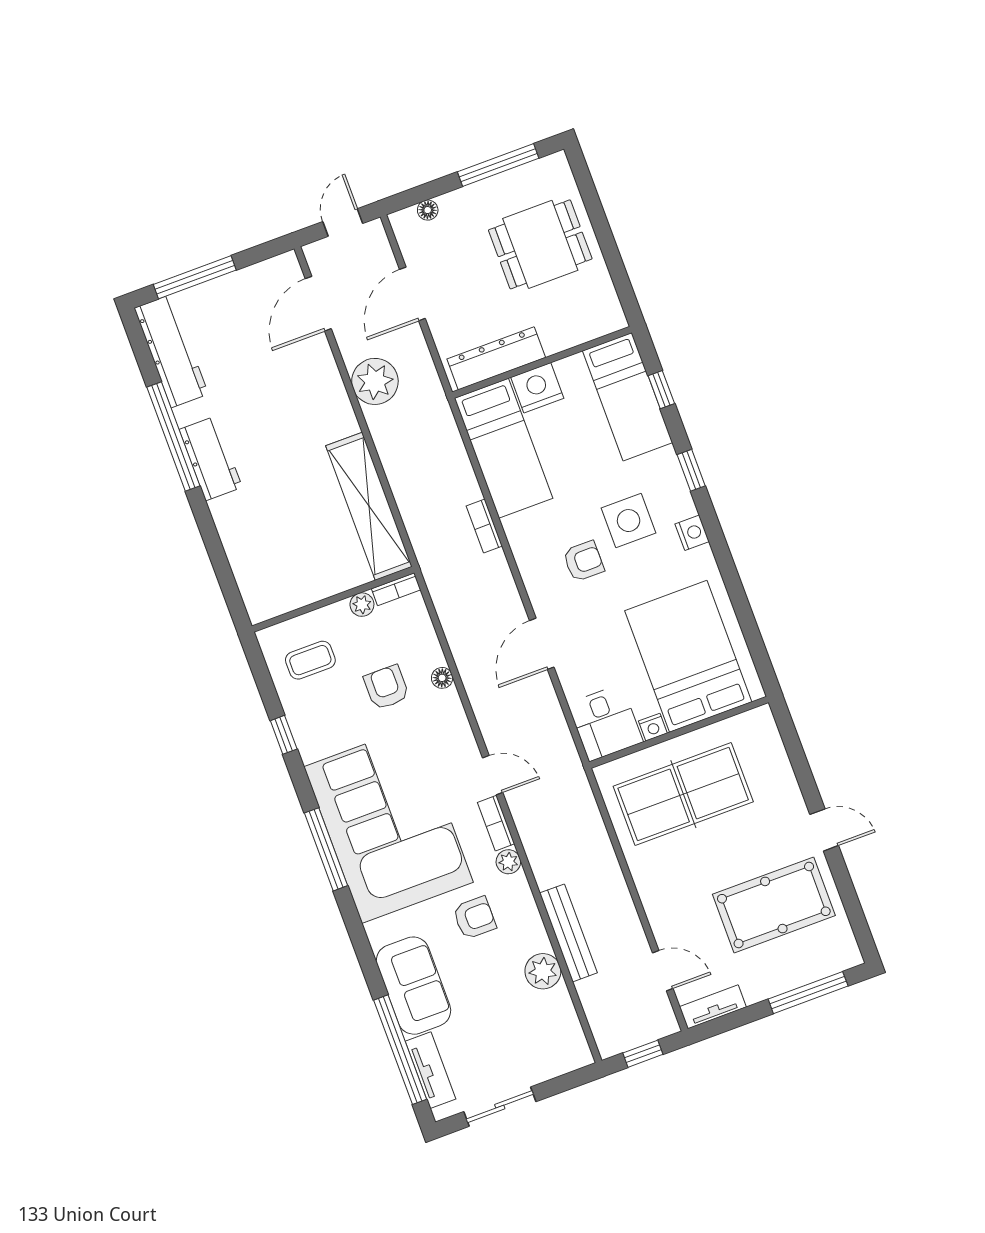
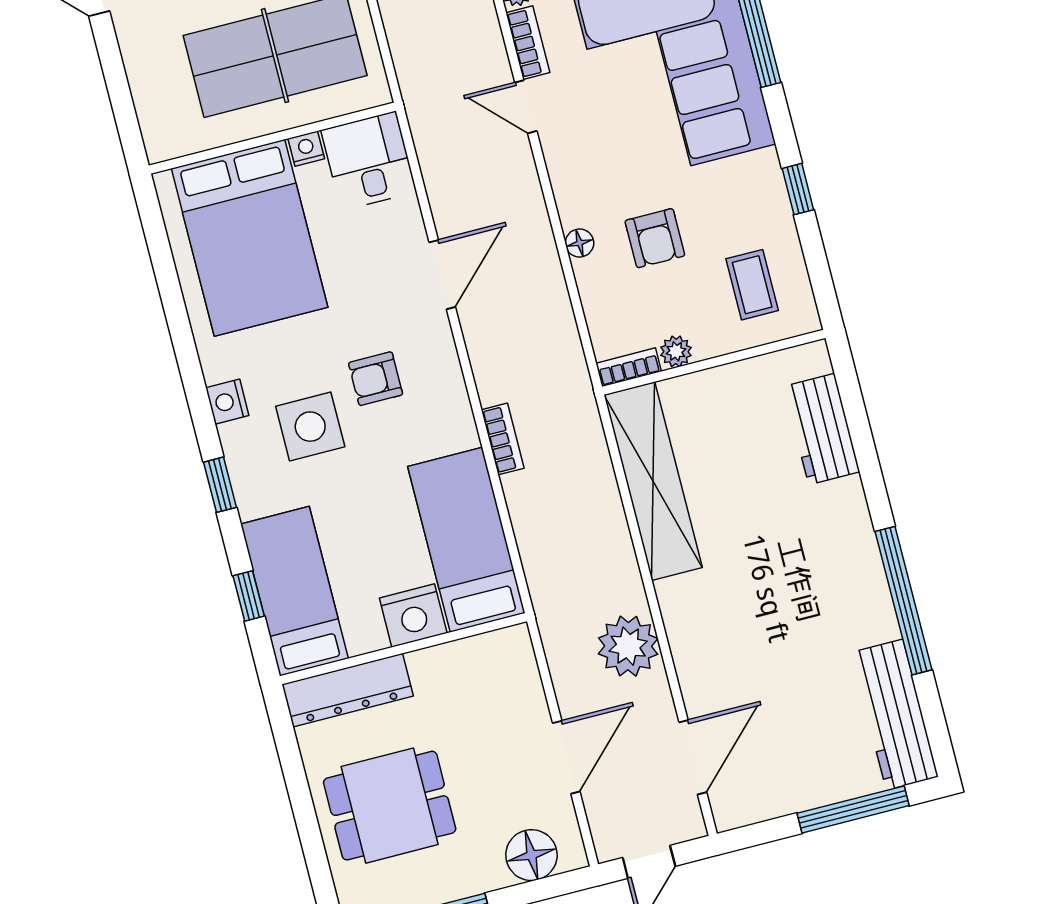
floor lamp: (428, 210) -> (531, 855), width x1.89, depth x1.89
dresser: (496, 358) -> (348, 690), moved
workbench: (211, 458) -> (822, 429), moved
coffee table: (310, 660) -> (752, 285), turned 90

